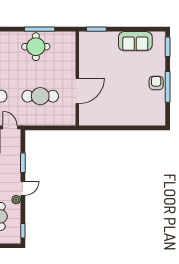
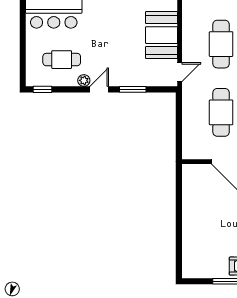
door: (23, 188) -> (99, 89), swing flipped

